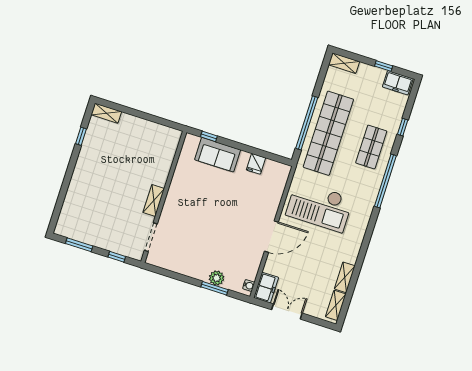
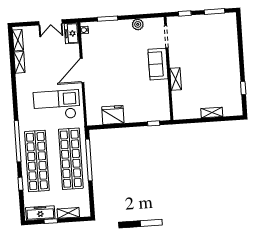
shelving: (344, 63) -> (68, 213), moved
freezer: (398, 83) -> (40, 213), width x1.40
shelving: (106, 113) -> (212, 113), moved
shop shelf: (371, 147) -> (37, 161), width x2.00, depth x1.36
sofa: (218, 155) -> (158, 64), moved, turned -90
fridge: (256, 164) -> (113, 115), width x1.88, depth x1.34
shelving: (154, 200) -> (176, 79), moved
plant: (217, 278) -> (138, 24), moved

